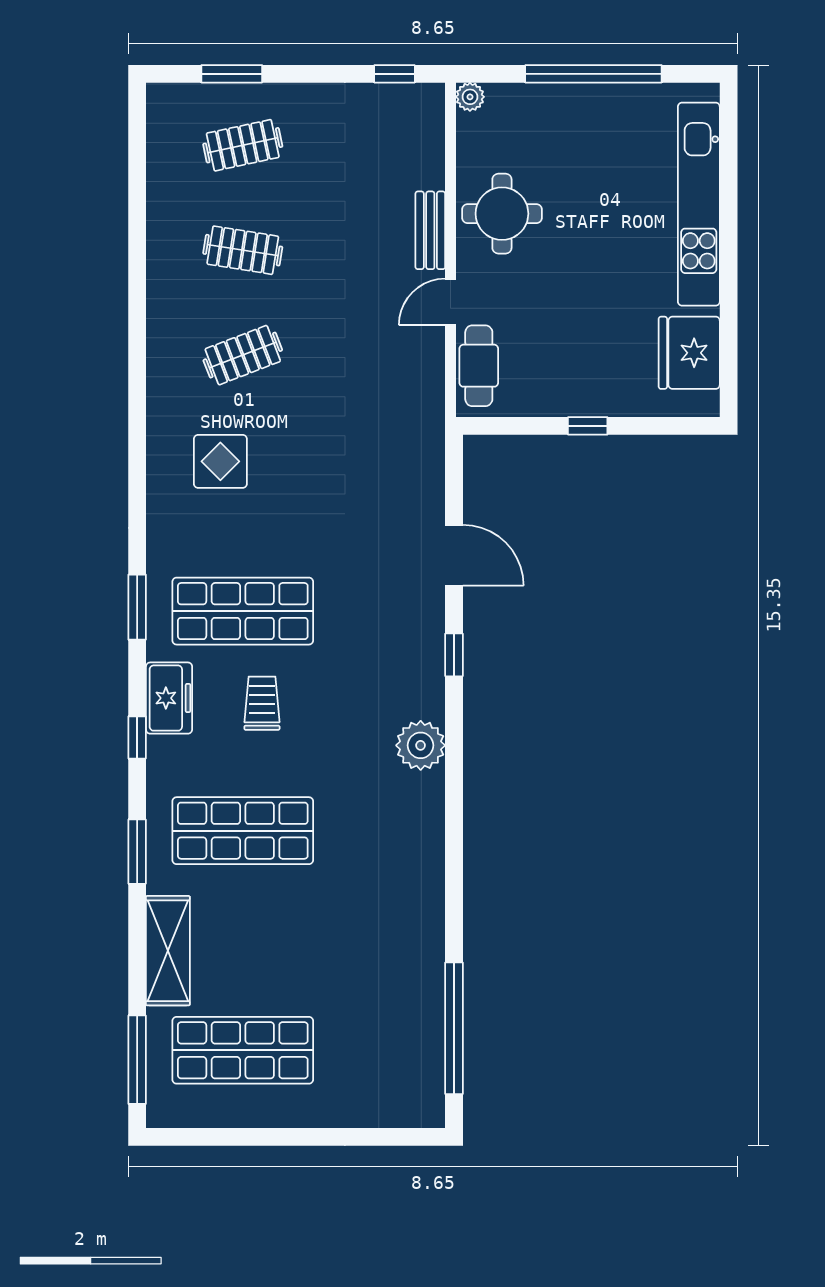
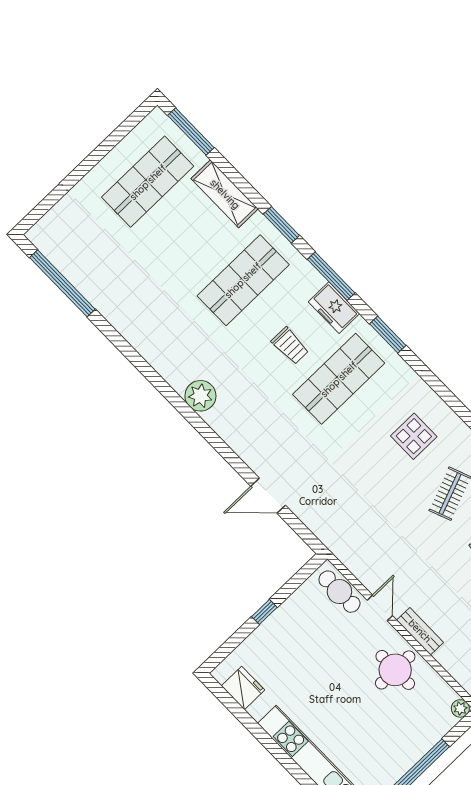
fridge: (689, 353) -> (243, 688), width x0.73, depth x0.75
window: (454, 655) -> (225, 451), removed
window: (137, 737) -> (331, 276), width x2.17

